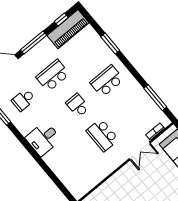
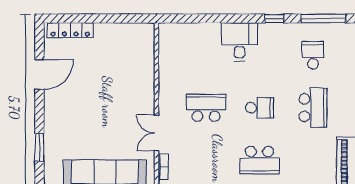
school desk: (107, 81) -> (259, 160), turned 90
window: (21, 138) -> (274, 19), added
desk: (43, 139) -> (240, 42), moved

